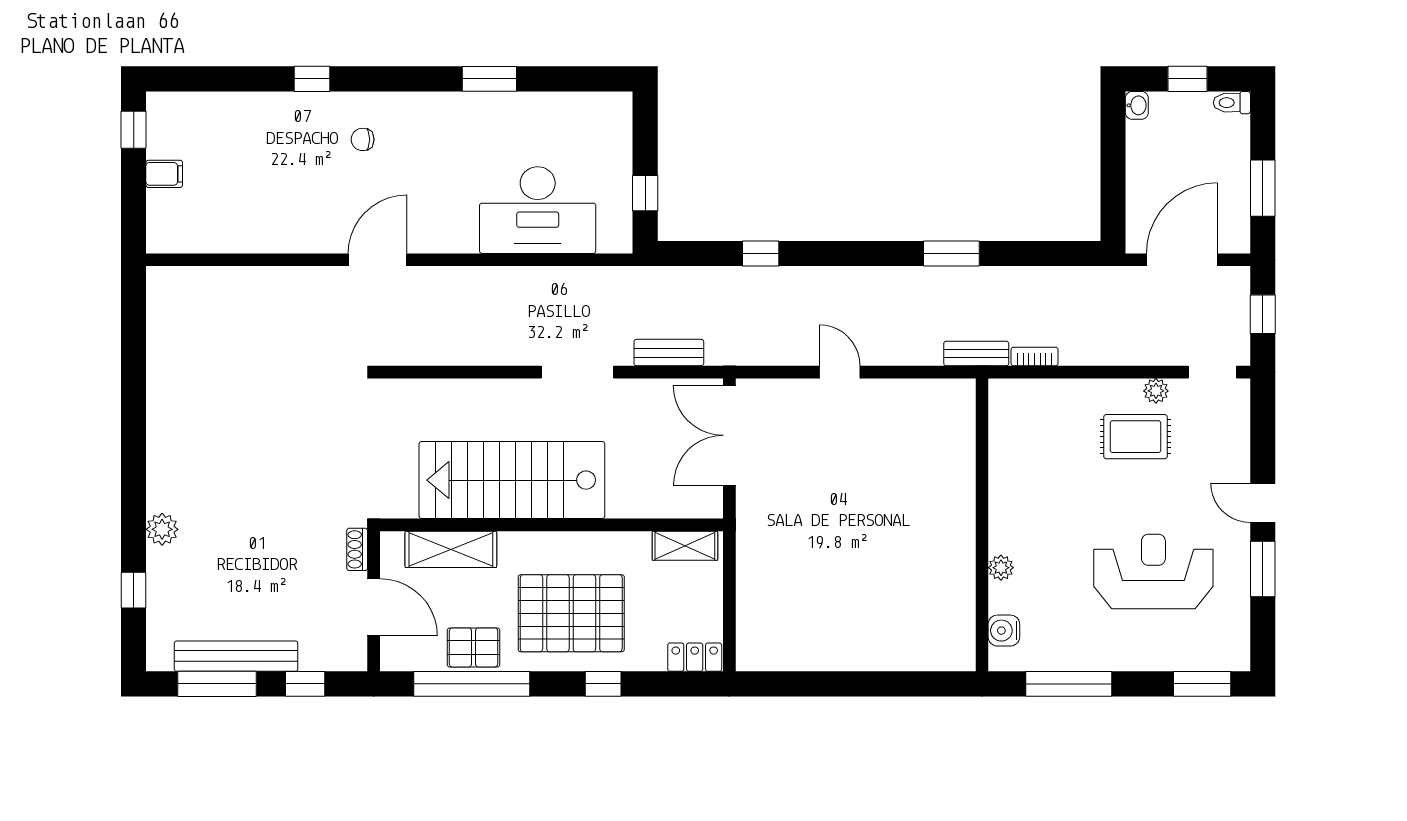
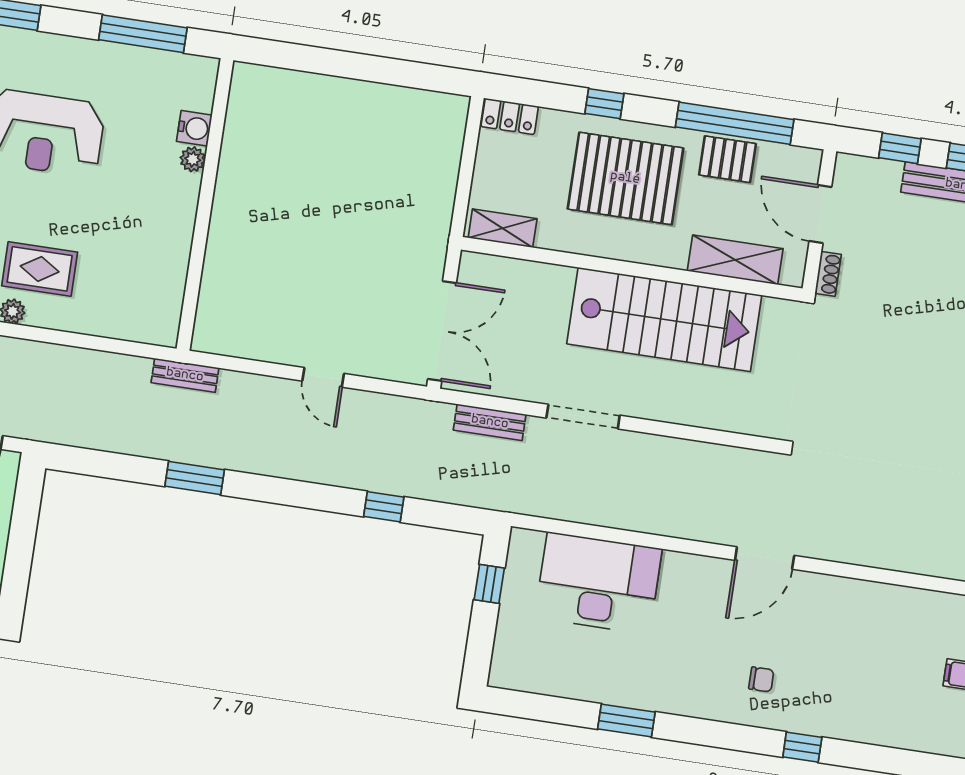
bookcase: (1035, 356) -> (128, 364), removed
water cooler: (1004, 631) -> (194, 128), moved

